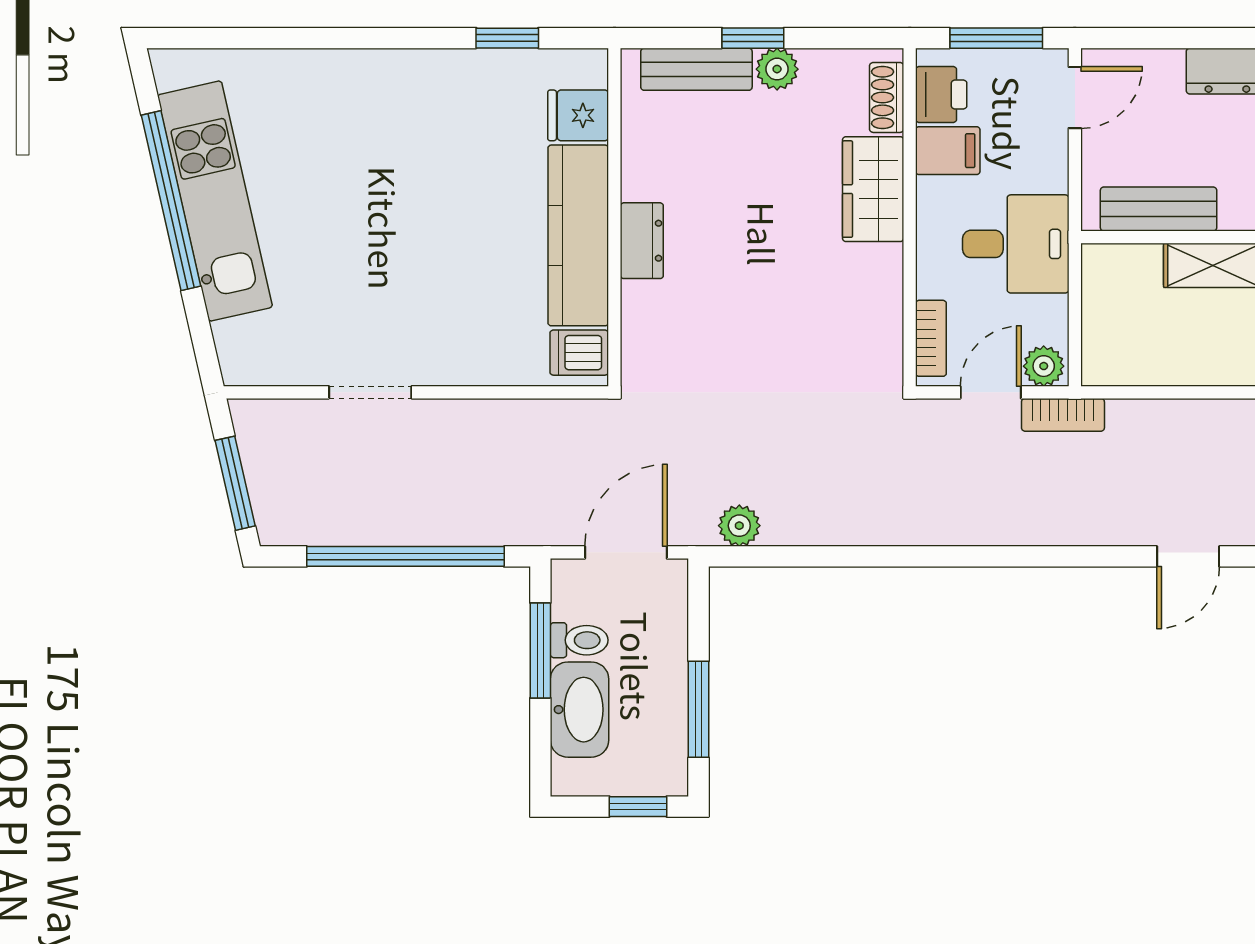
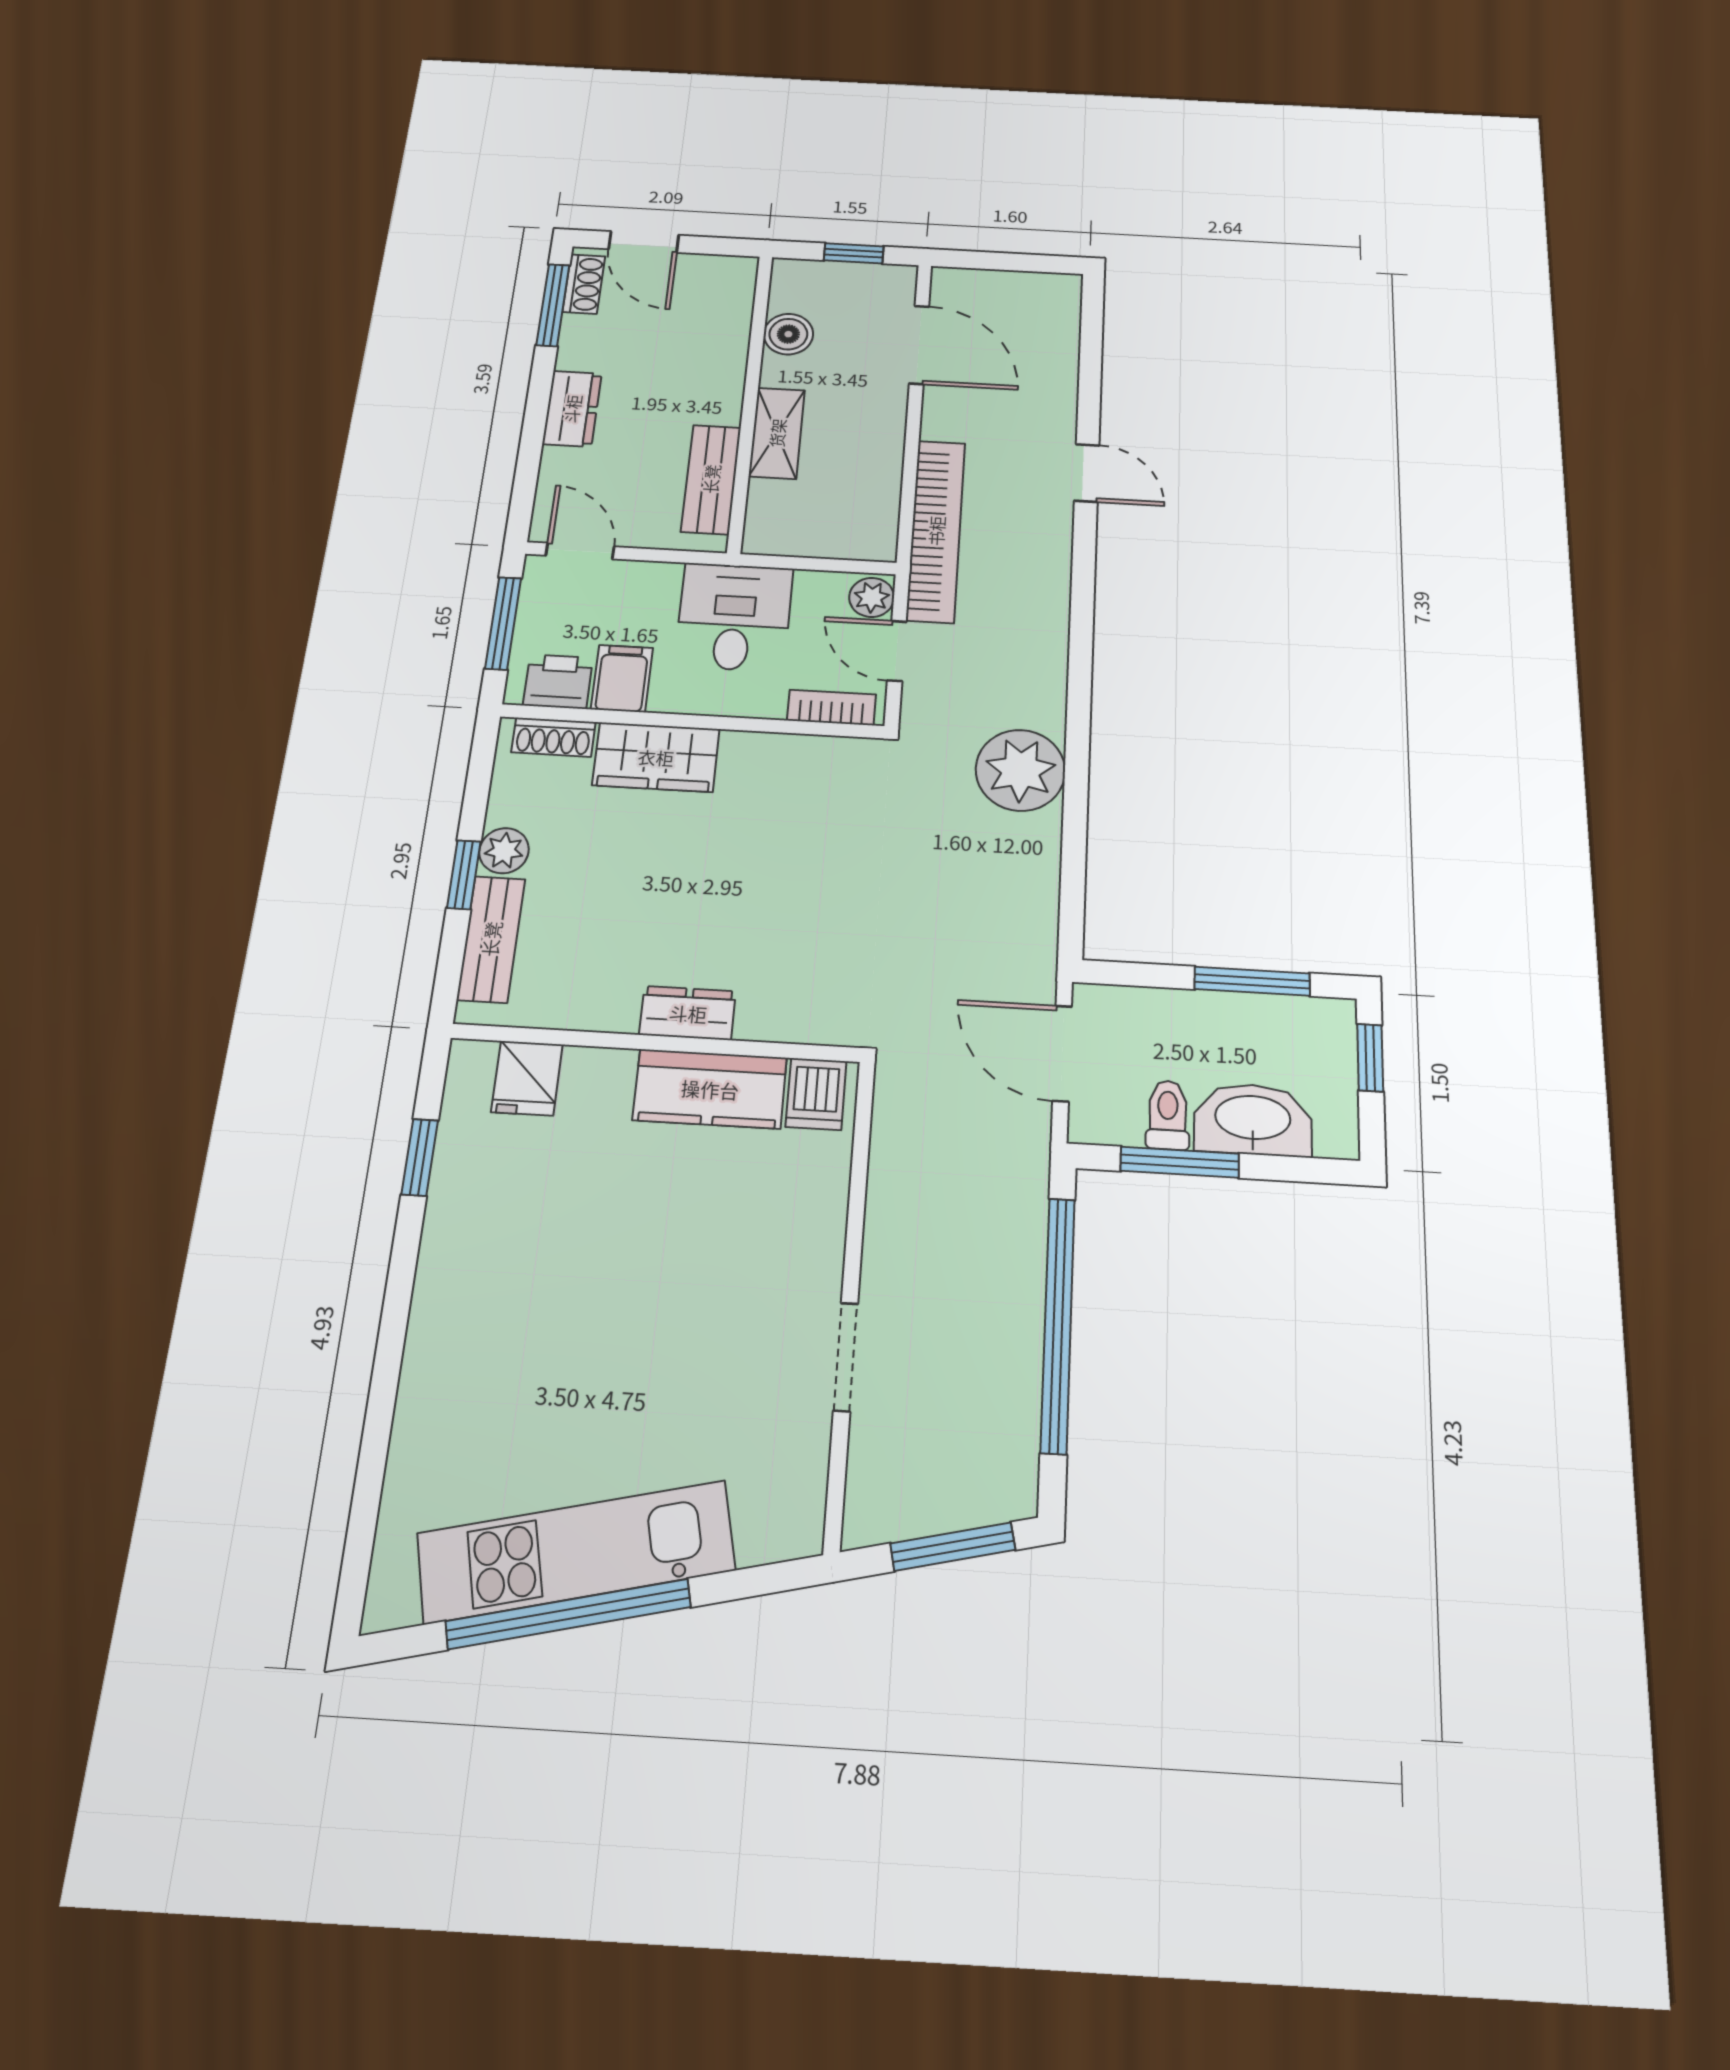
kitchen counter: (578, 235) -> (710, 1089), width x0.67
bookcase: (1063, 415) -> (936, 531), width x2.31, depth x1.31
plant: (739, 526) -> (1020, 770), moved, width x1.87, depth x1.87

